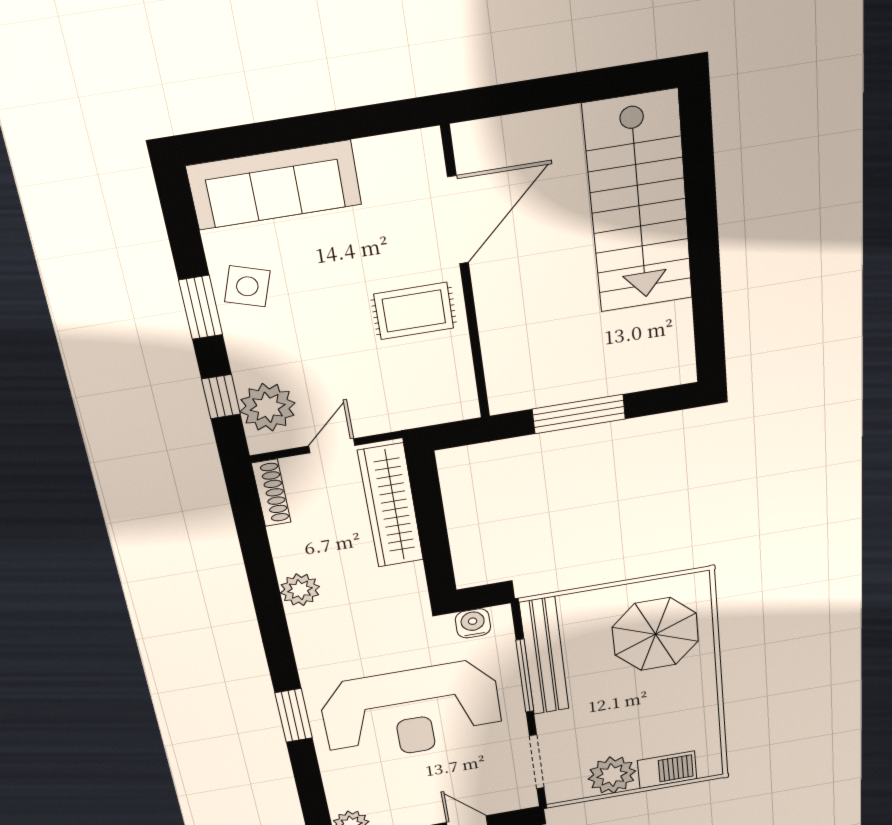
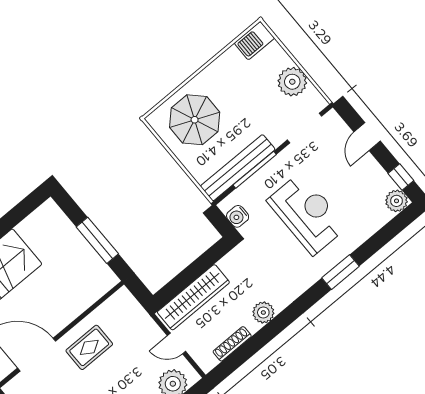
rug: (414, 311) -> (89, 347), turned 90
shoe rack: (271, 493) -> (232, 344), moved
reception desk: (412, 712) -> (307, 214), width x0.74, depth x0.77
barbecue: (667, 770) -> (254, 41), moved, turned -90

